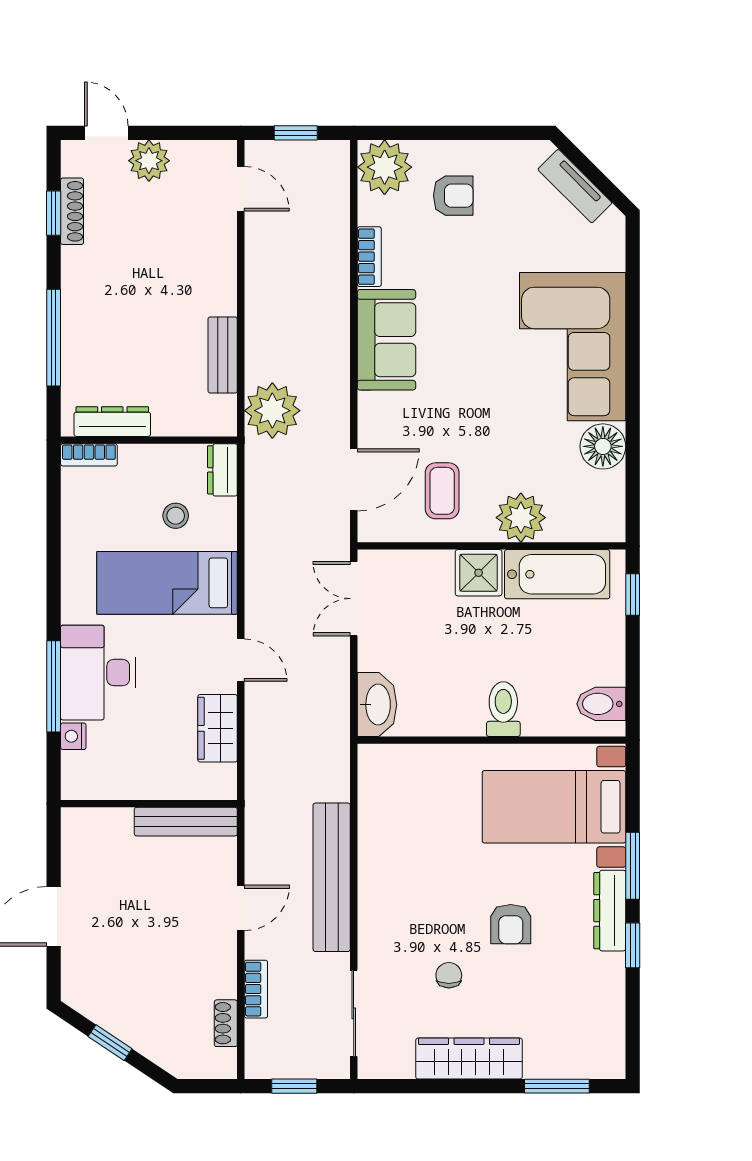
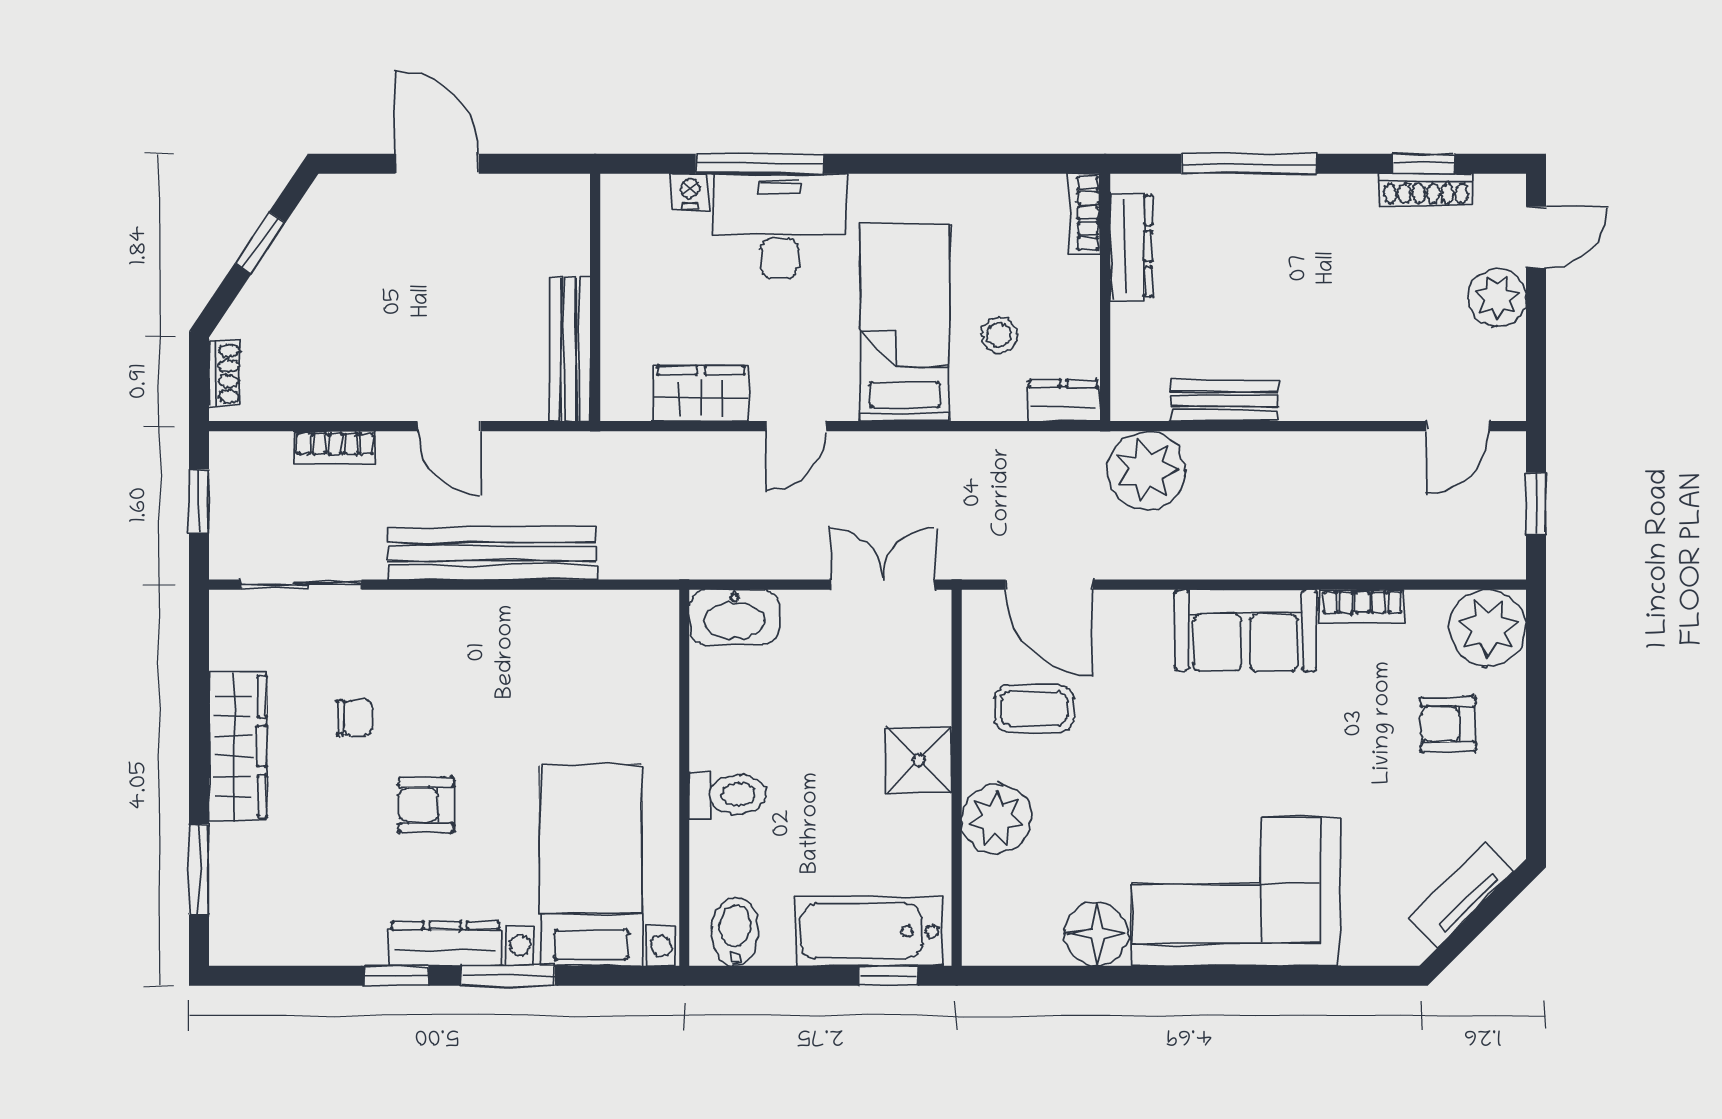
armchair: (453, 196) -> (1448, 724), turned 89
bathtub: (557, 574) -> (869, 931), moved, turned 90
shoe rack: (226, 1023) -> (225, 374), moved, turned 90

